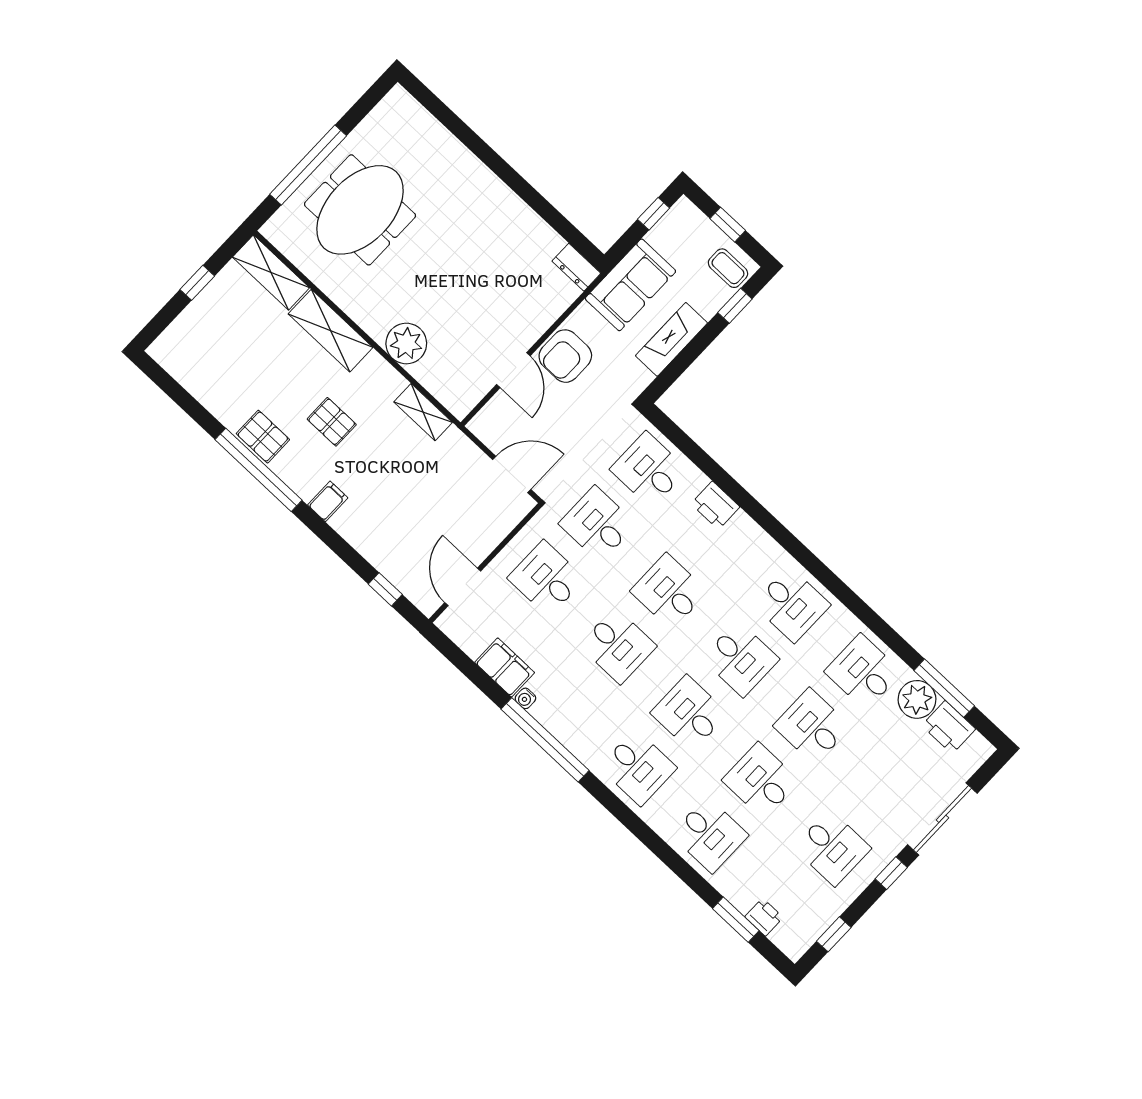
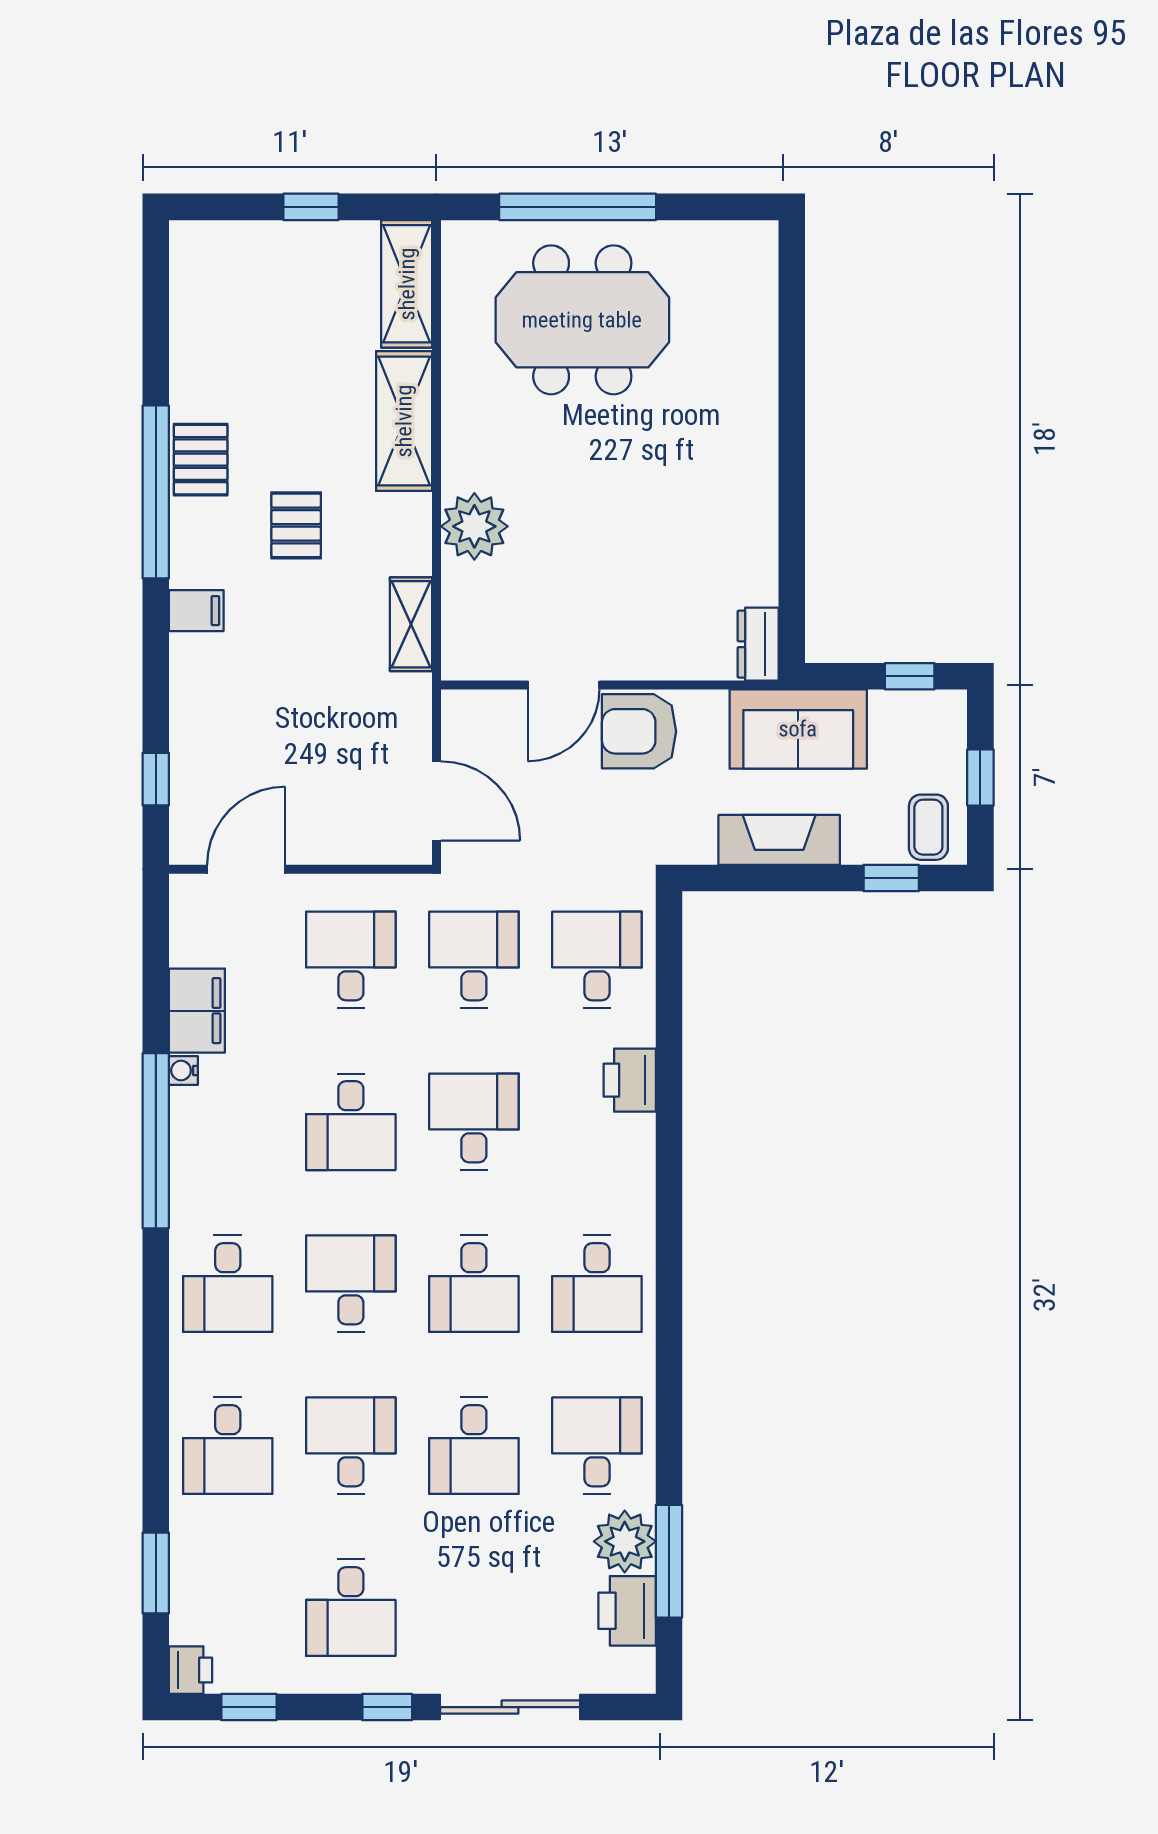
desk: (812, 726) -> (474, 1446), turned 180
printer: (764, 917) -> (191, 1670), moved

